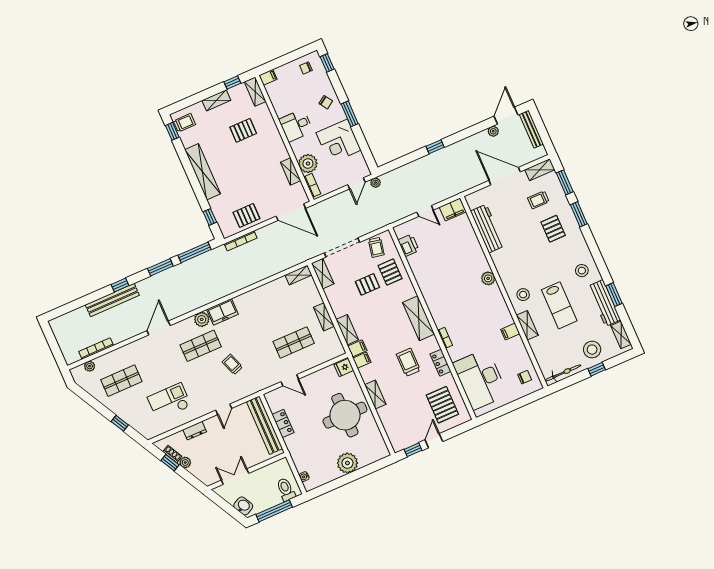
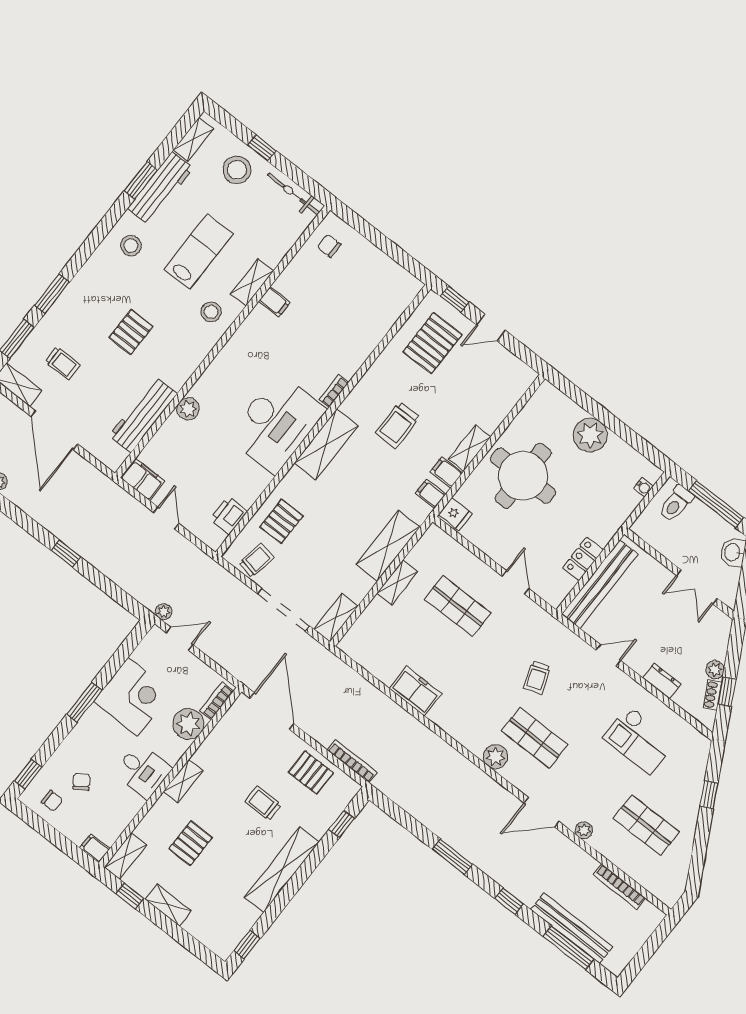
chair: (326, 102) -> (81, 782), moved
trolley: (184, 123) -> (263, 803), moved
pallet: (243, 130) -> (191, 843), turned 90
shelving: (291, 171) -> (183, 781), moved
pallet: (553, 229) -> (131, 332), moved
window: (195, 252) -> (568, 948), moved
shelving: (298, 275) -> (357, 651), removed
plant: (488, 278) -> (188, 409), moved
pallet: (367, 284) -> (317, 544), removed
bench: (112, 300) -> (572, 928), moved
freezer: (222, 312) -> (415, 691), moved
shelving: (347, 330) -> (388, 546), width x1.50, depth x1.33
filing cabinet: (357, 348) -> (446, 472), moved
locker: (441, 363) -> (373, 378), removed
plant: (90, 366) -> (584, 830), moved
desk: (480, 379) -> (276, 423), moved
window: (413, 450) -> (455, 299), moved

